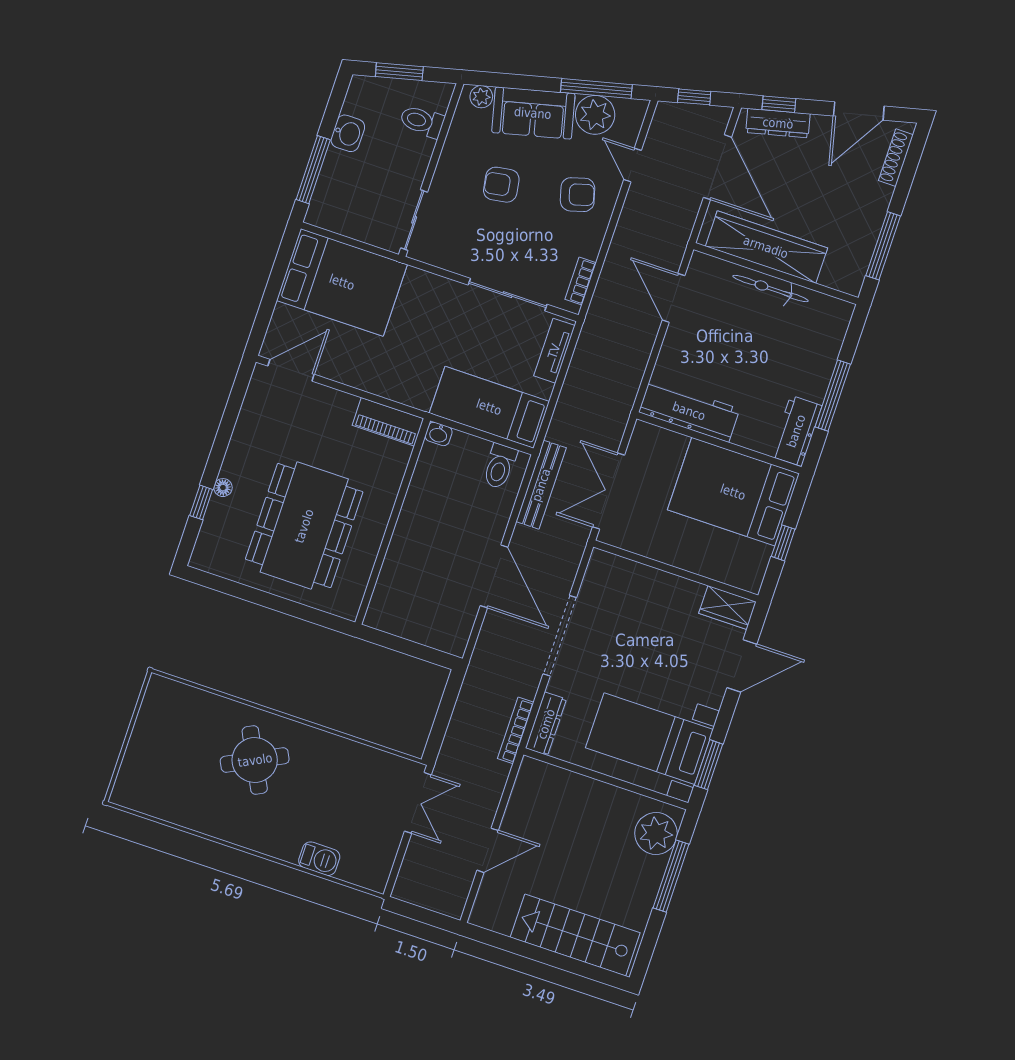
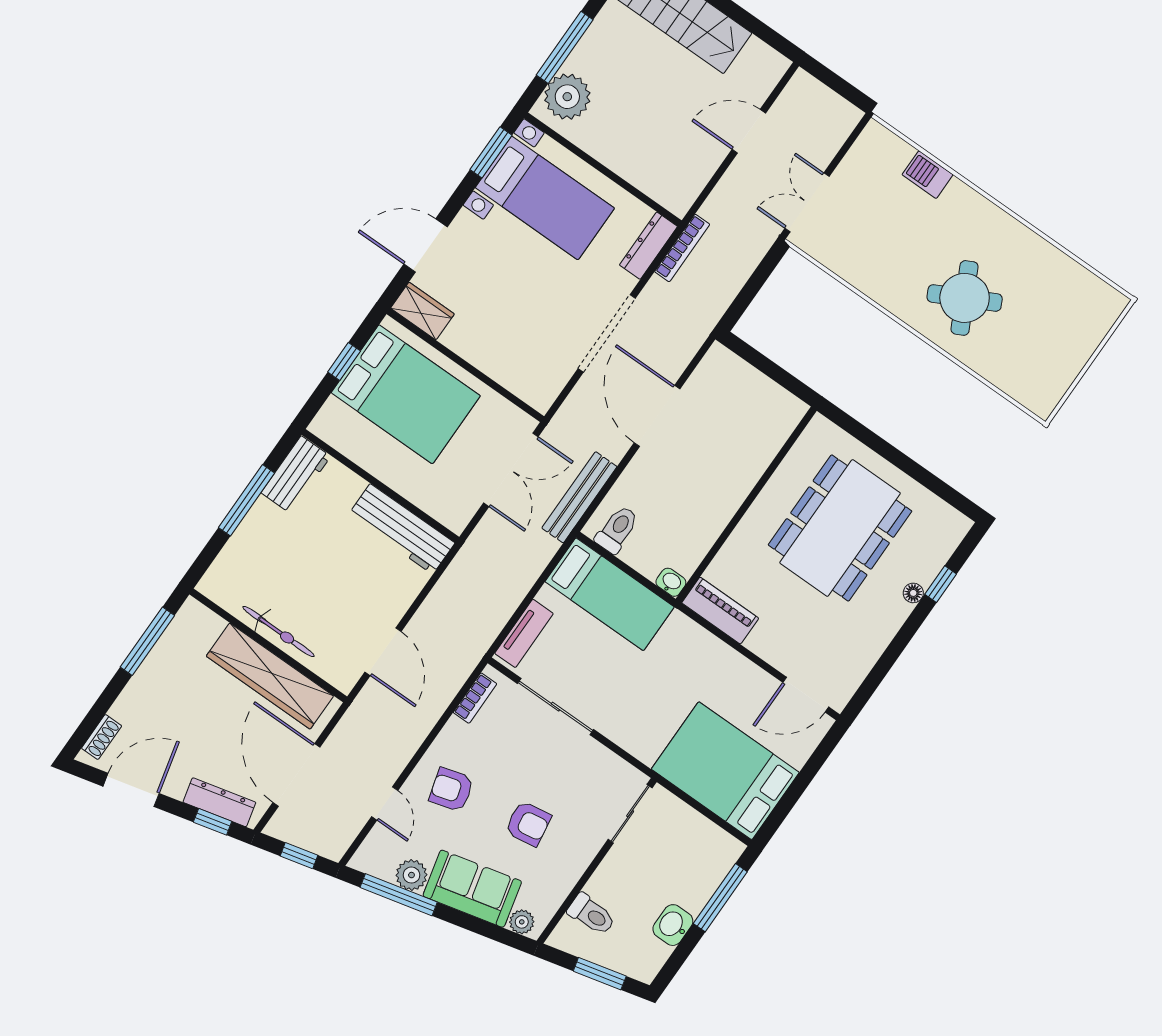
plant: (595, 115) -> (411, 875), width x0.73, depth x0.73
shoe rack: (896, 158) -> (102, 737), width x0.70
bed: (733, 492) -> (406, 394), moved

